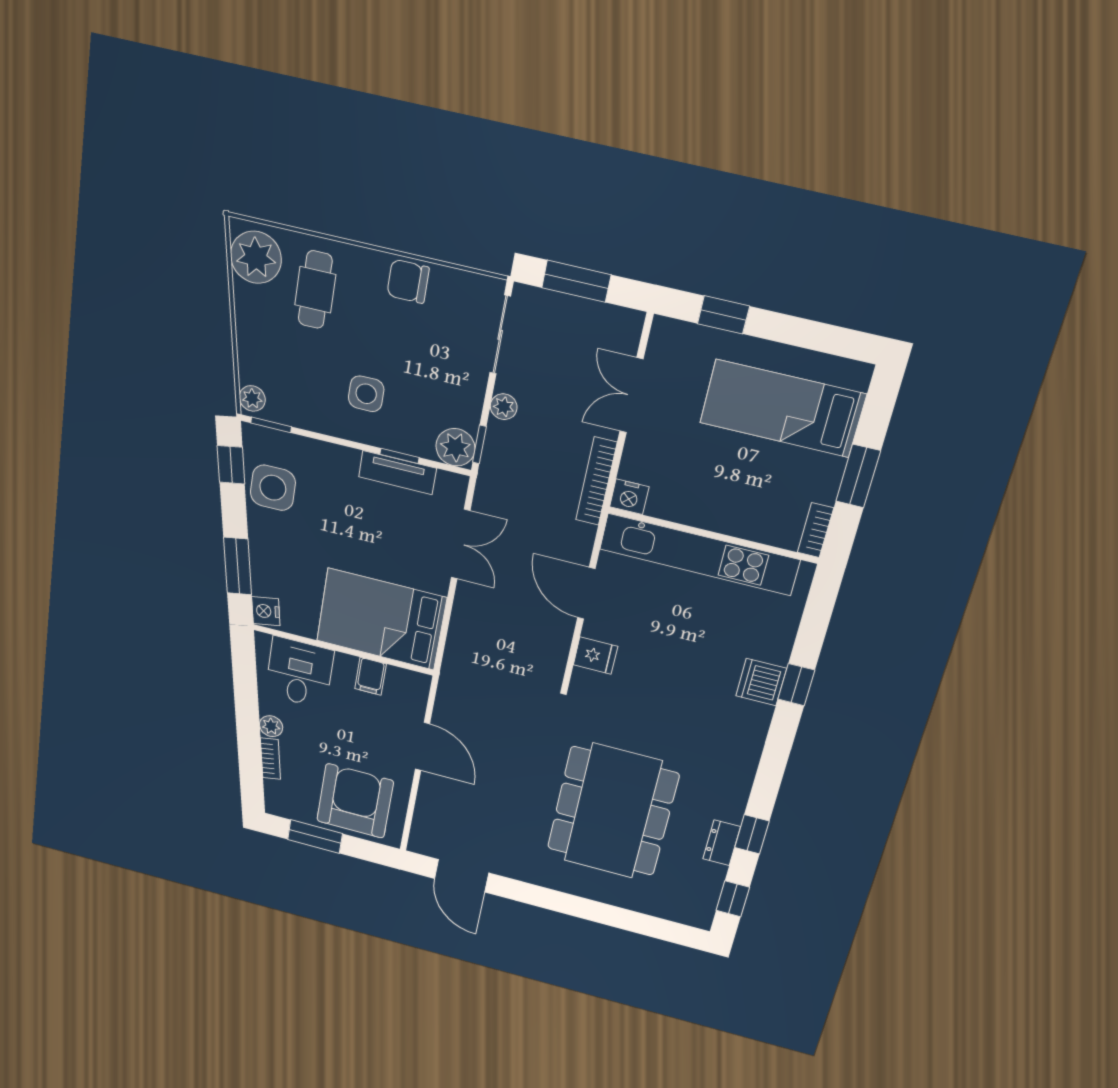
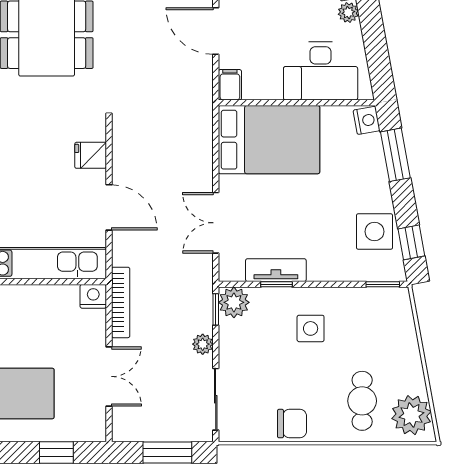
plant: (252, 398) -> (401, 302), removed
desk: (299, 673) -> (321, 71), width x1.37
filing cabinet: (371, 676) -> (230, 85), moved

